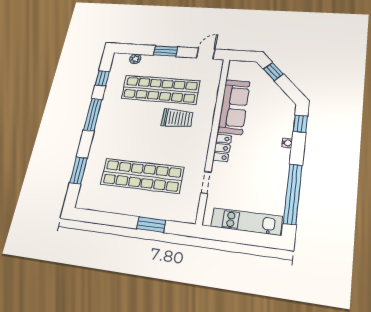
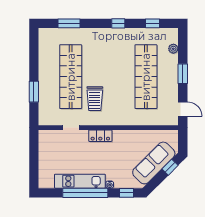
sofa: (234, 107) -> (154, 163), moved, turned 135
window: (93, 115) -> (118, 23), width x0.46
trolley: (177, 118) -> (95, 99), moved
window: (293, 194) -> (85, 193), moved
kitchen unit: (247, 221) -> (80, 181), moved, turned -90

